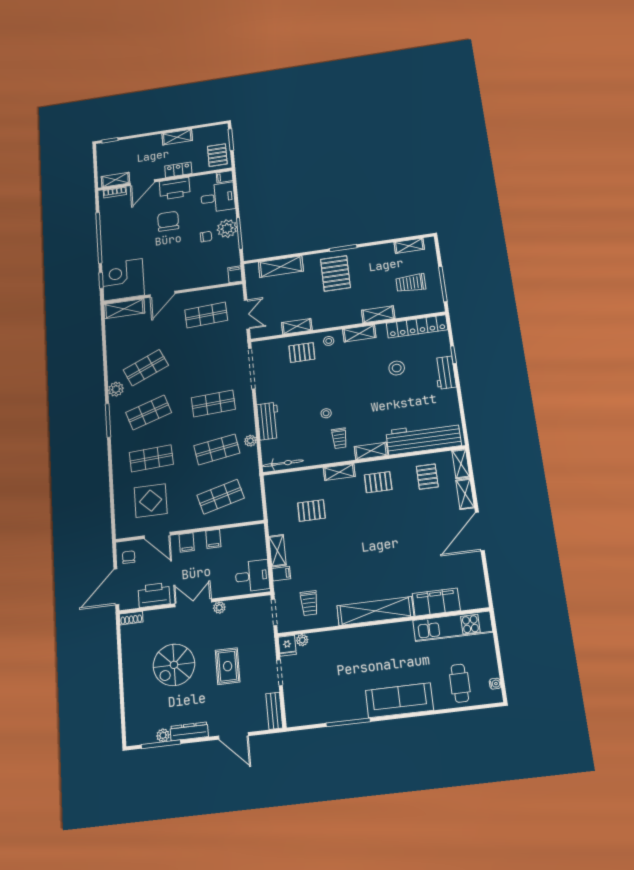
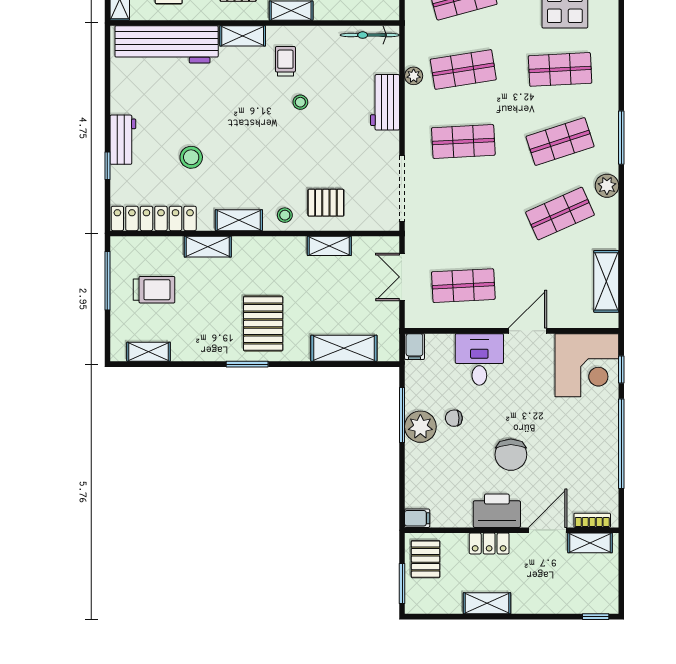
desk: (218, 198) -> (479, 359), moved, turned 90
shelving: (124, 309) -> (606, 281), moved, turned 90

